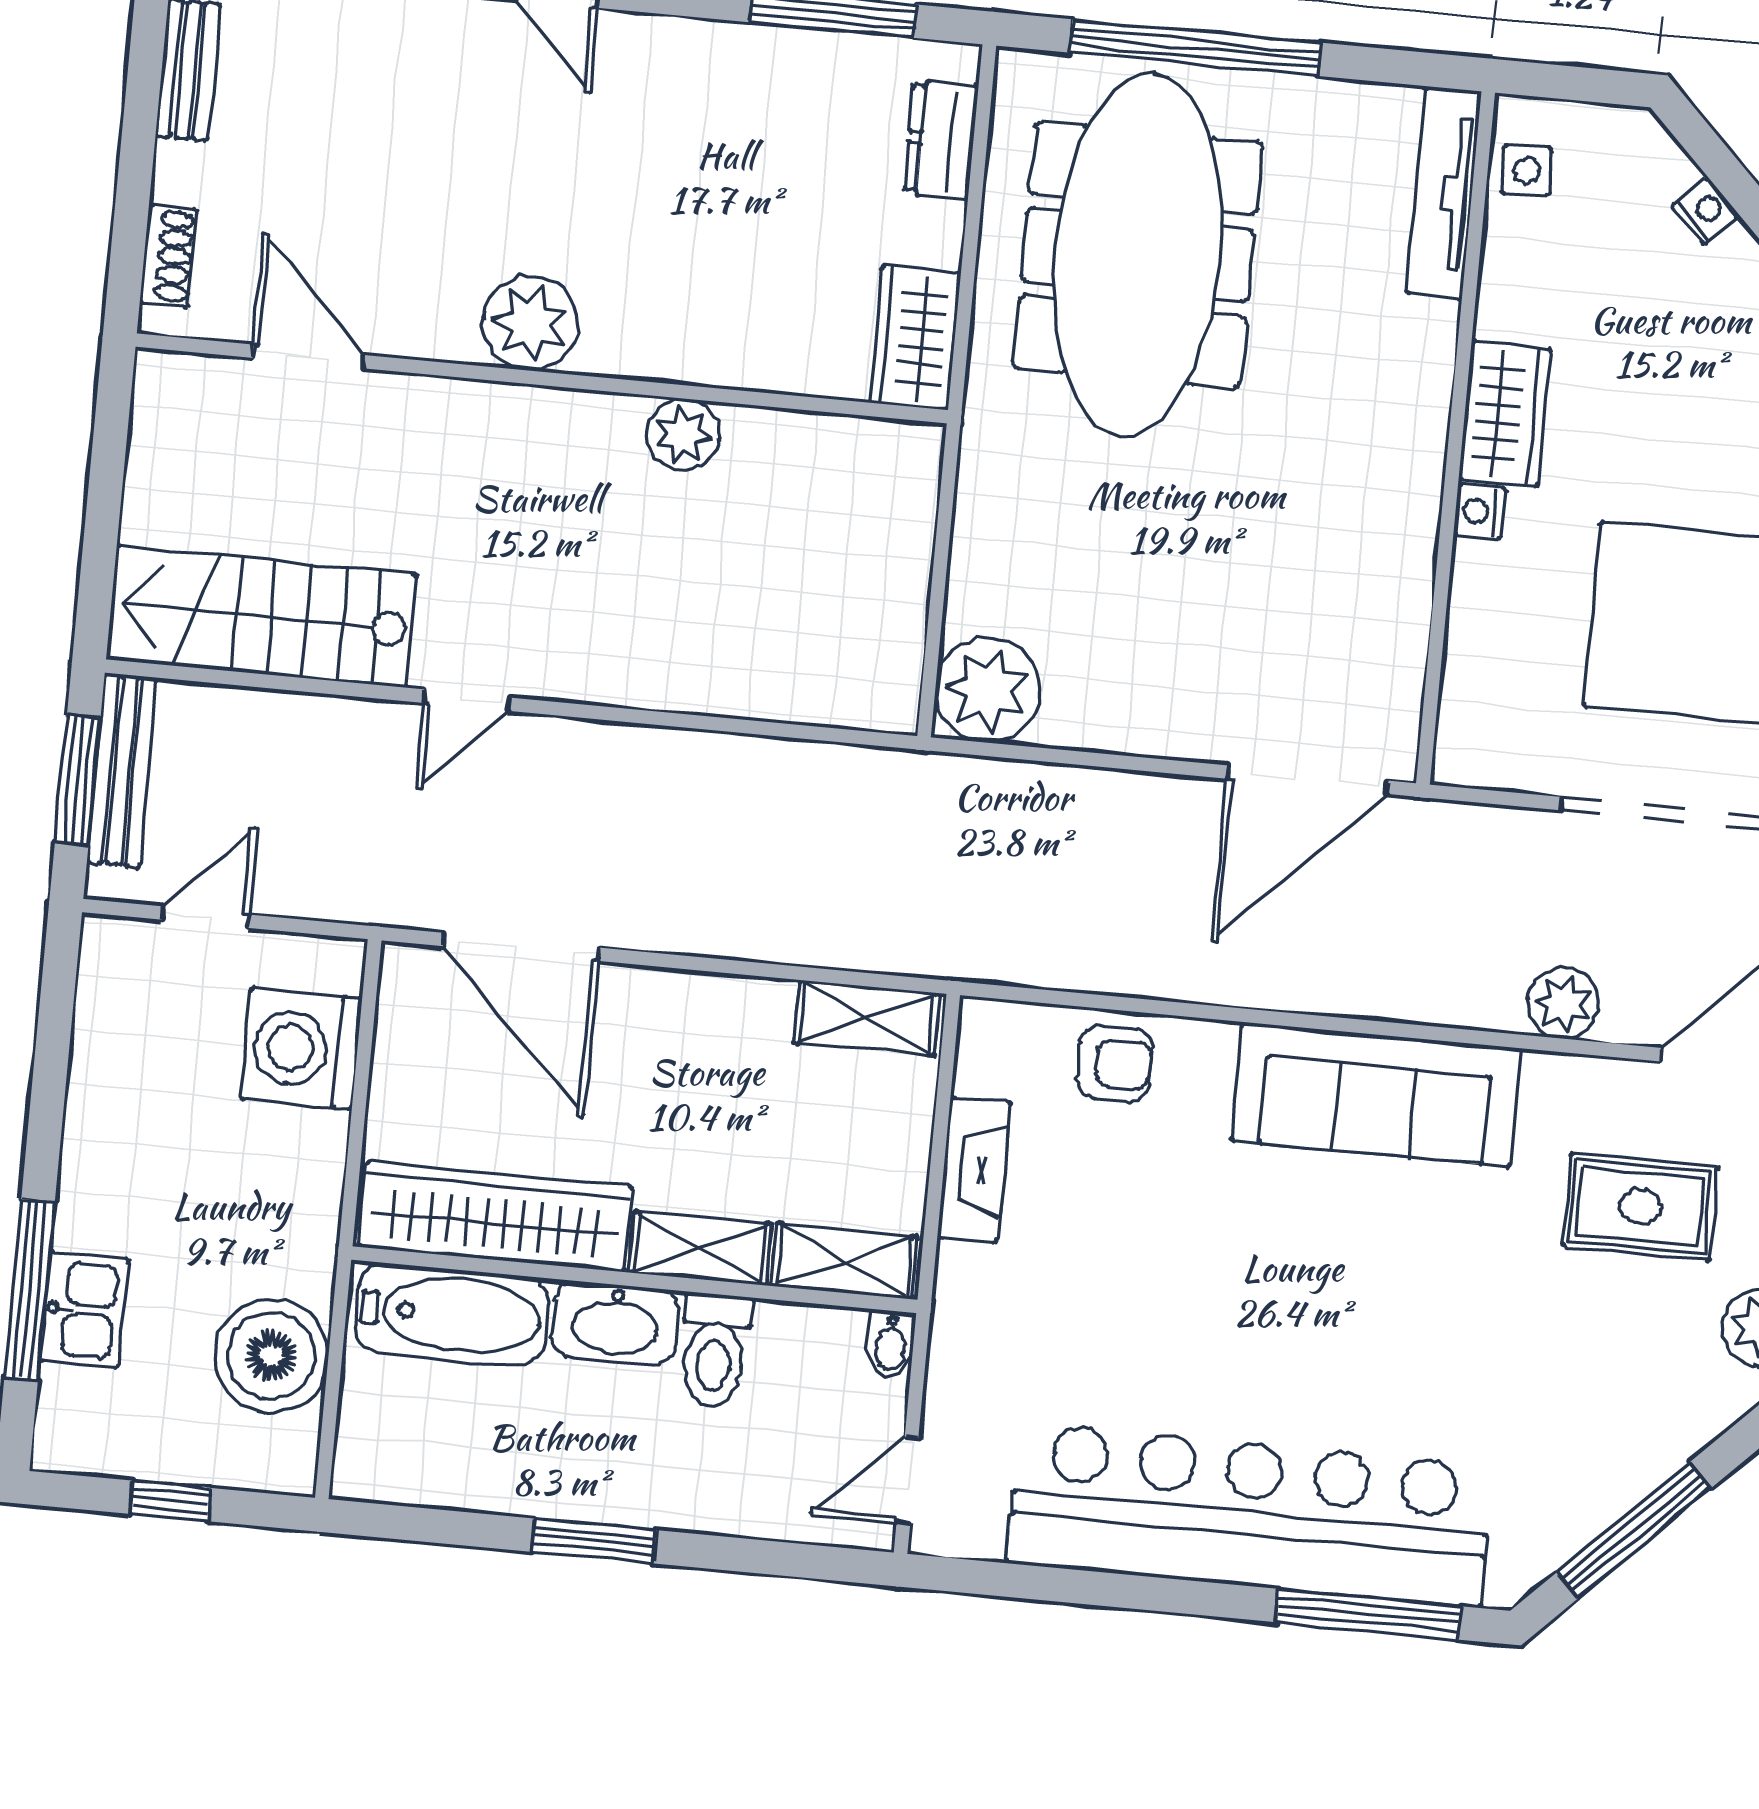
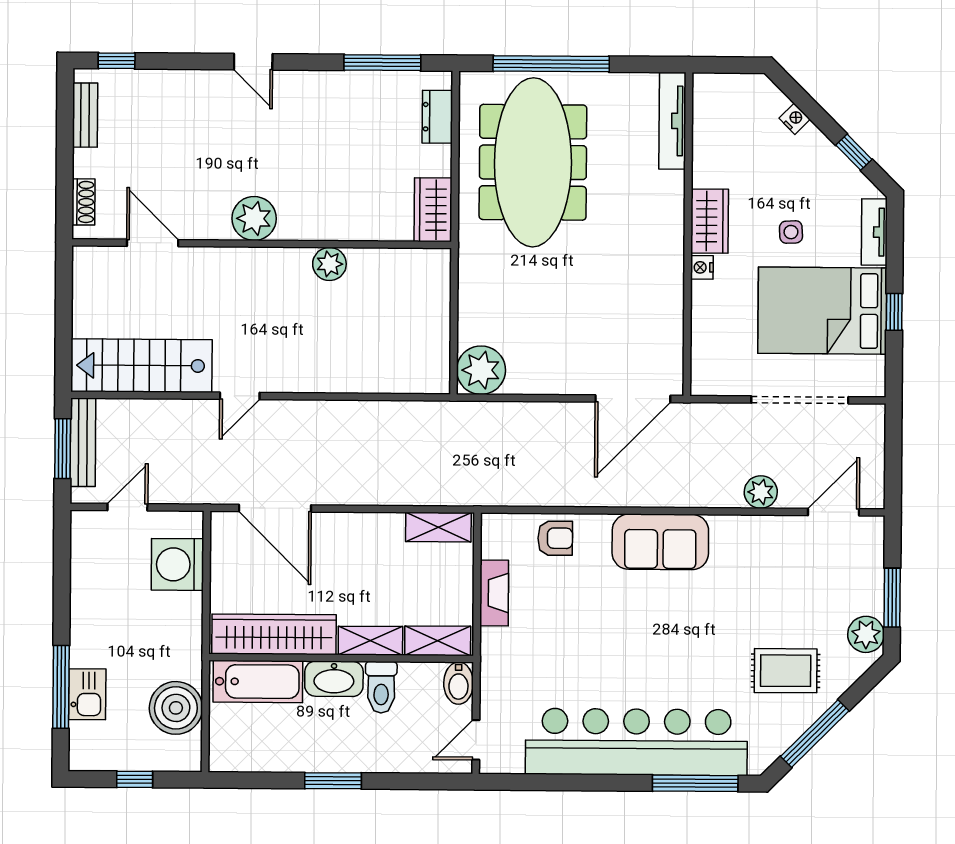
side table: (1527, 170) -> (791, 232), moved
sofa: (1376, 1094) -> (660, 542), width x0.73
rug: (1640, 1207) -> (786, 671), moved
bidet: (891, 1344) -> (459, 683), width x1.38, depth x1.36

